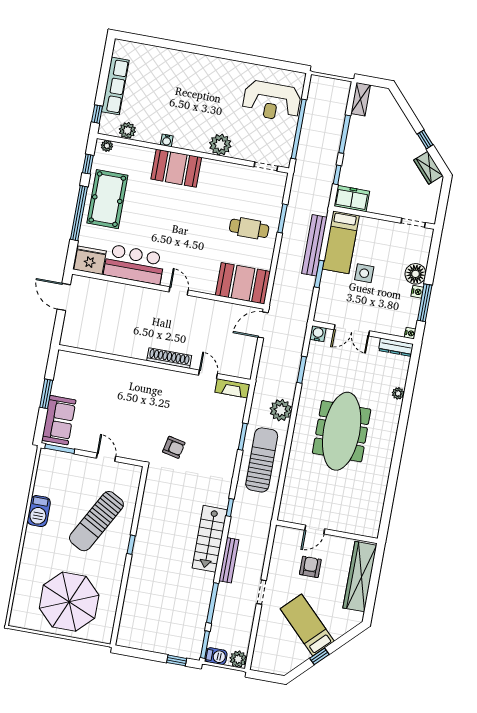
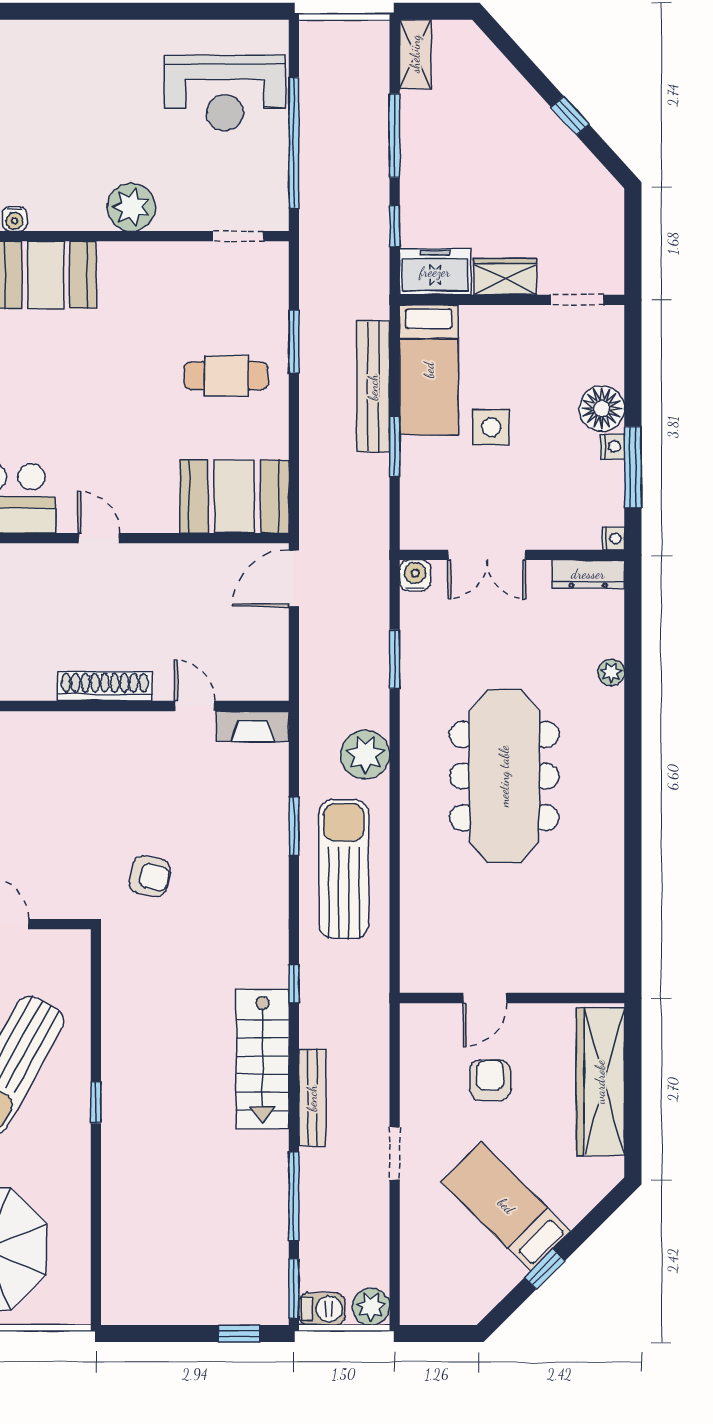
wardrobe: (428, 168) -> (505, 277), moved, turned 132

